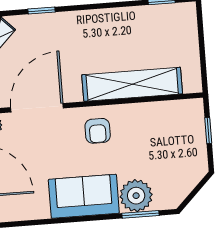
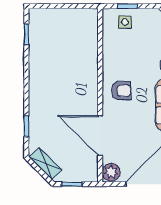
shelving: (132, 84) -> (88, 62), removed
side table: (187, 129) -> (125, 22), added

